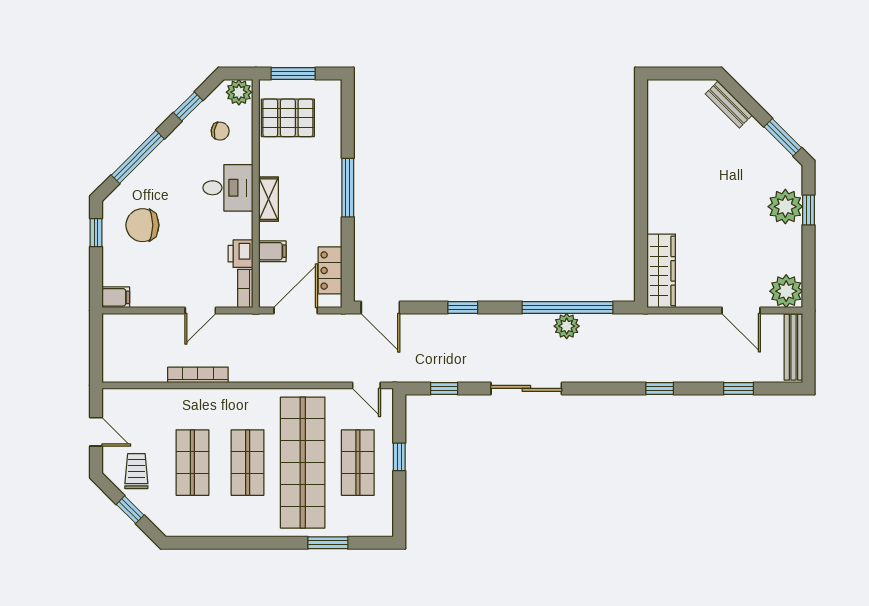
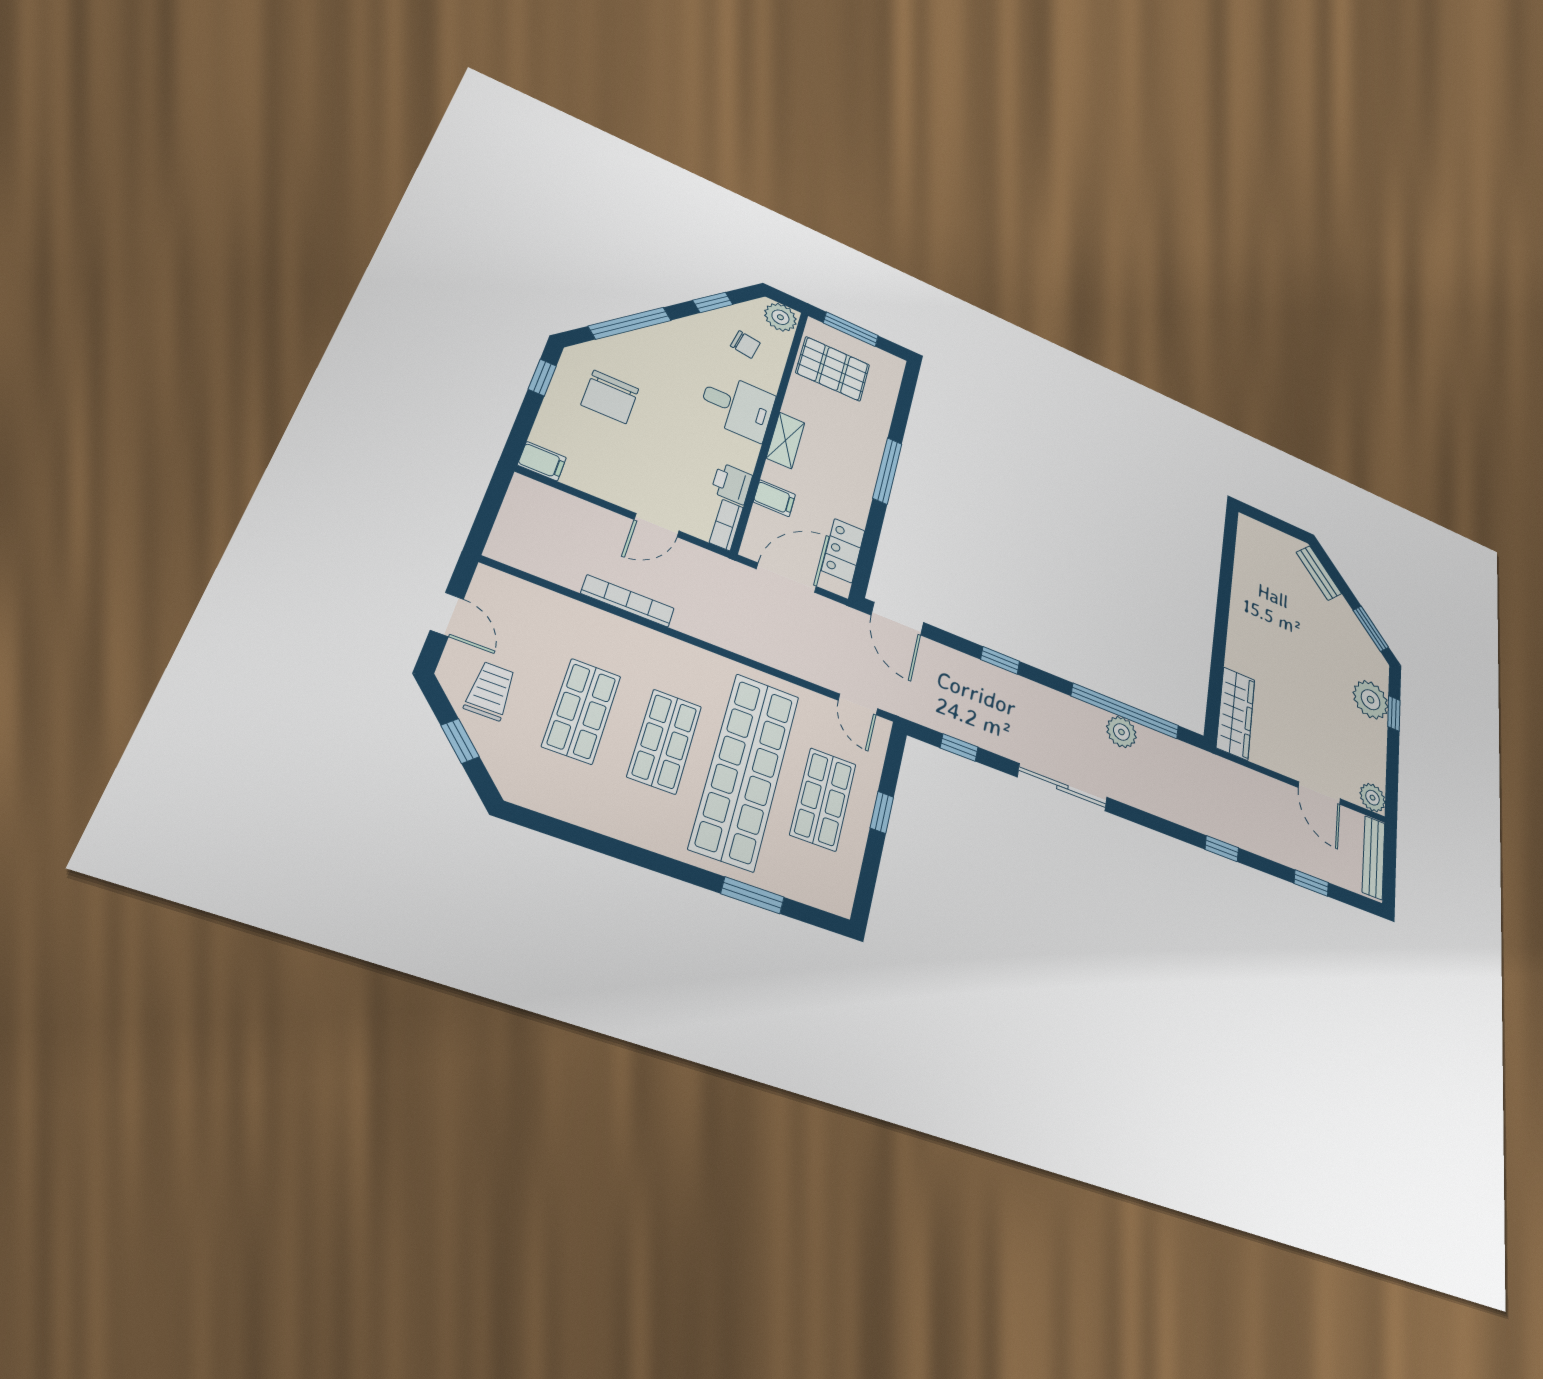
chair: (142, 225) -> (610, 397), turned -90
plant: (786, 291) -> (1373, 798), width x0.73, depth x0.73

